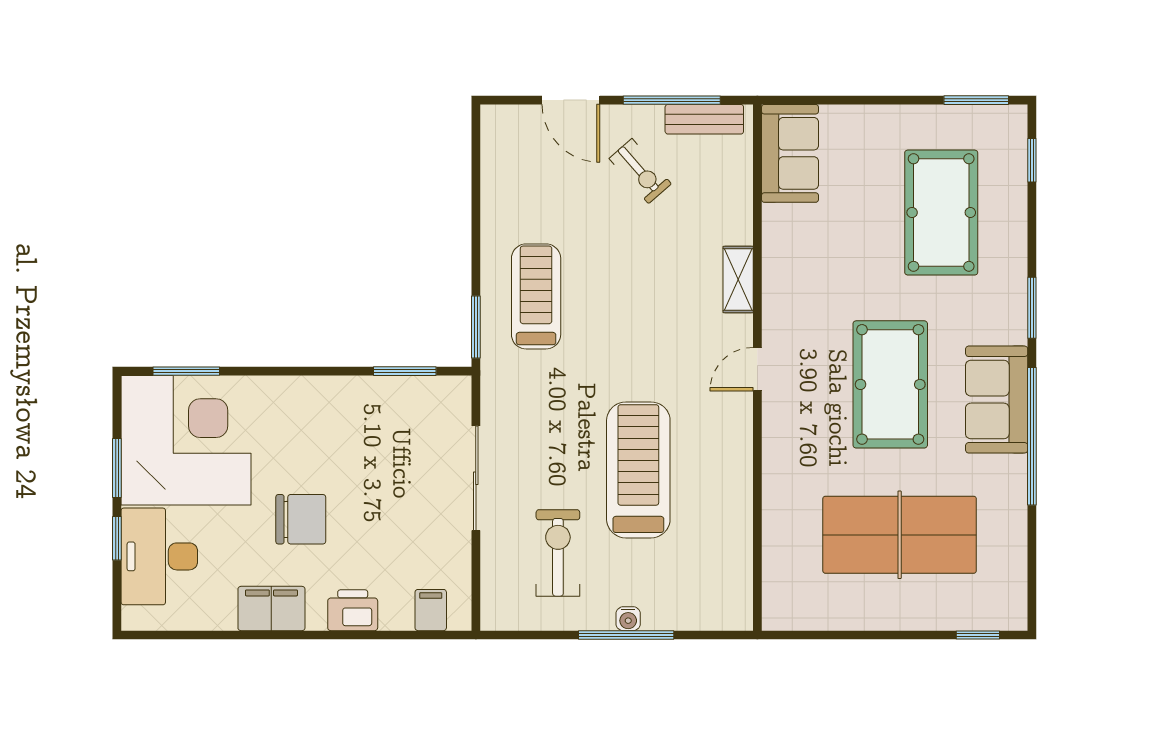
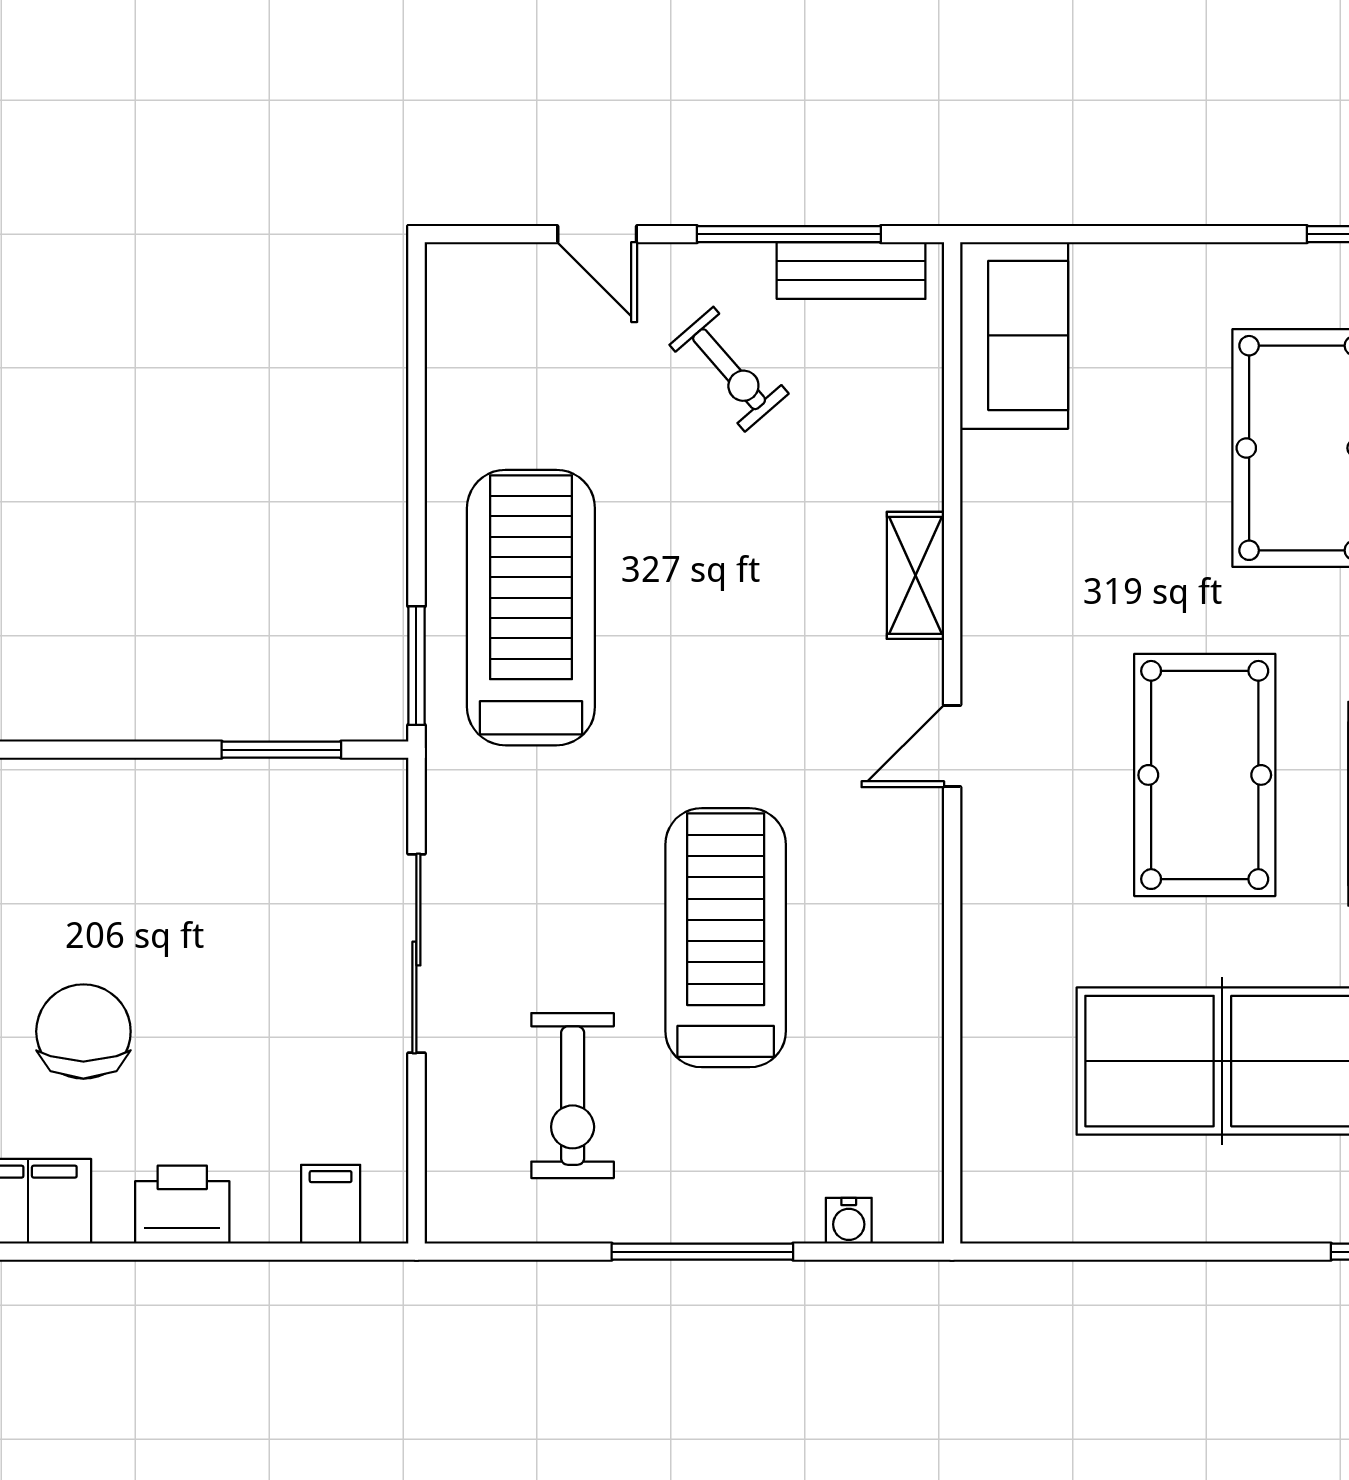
door: (571, 100) -> (597, 234), width x0.73
treadmill: (536, 296) -> (531, 608), width x1.37, depth x1.38
chair: (301, 519) -> (83, 1031), turned -90
exercise bike: (558, 553) -> (573, 1096), turned 180
water cooler: (628, 619) -> (849, 1221), moved

